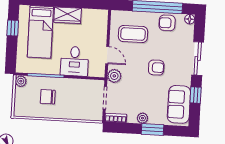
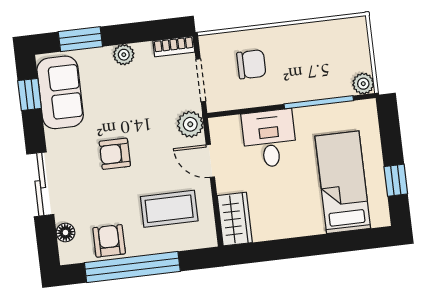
wardrobe: (68, 15) -> (235, 219), moved, turned 90
floor lamp: (190, 19) -> (66, 232), moved
armchair: (167, 23) -> (109, 241), turned -90
window: (196, 95) -> (30, 95), moved
chair: (48, 97) -> (251, 64), moved
window: (152, 130) -> (80, 39), moved

